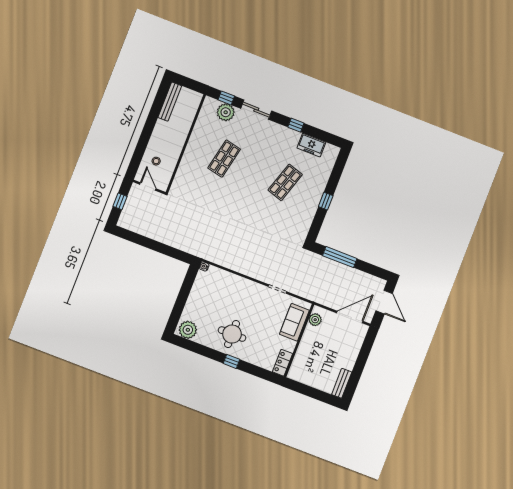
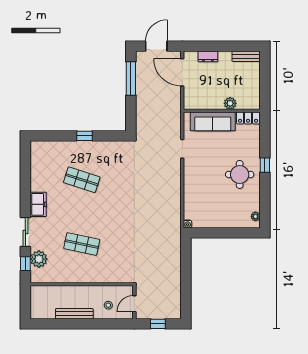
bench: (170, 102) -> (74, 314), moved
window: (296, 125) -> (25, 190), removed
freezer: (311, 145) -> (38, 204), moved
window: (340, 257) -> (131, 78), moved
plant: (315, 320) -> (230, 103), moved
sofa: (294, 322) -> (213, 121), width x1.36
plant: (188, 330) -> (255, 216), width x0.53, depth x0.53
dresser: (355, 347) -> (208, 56), added

